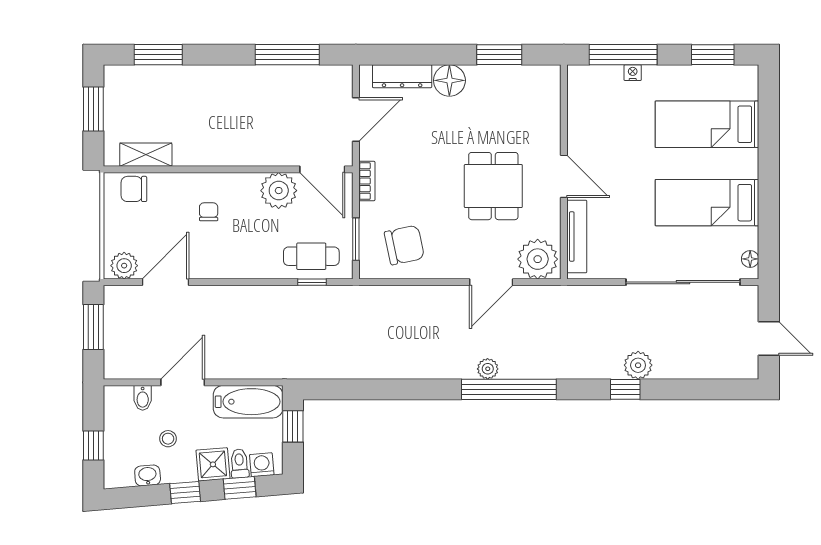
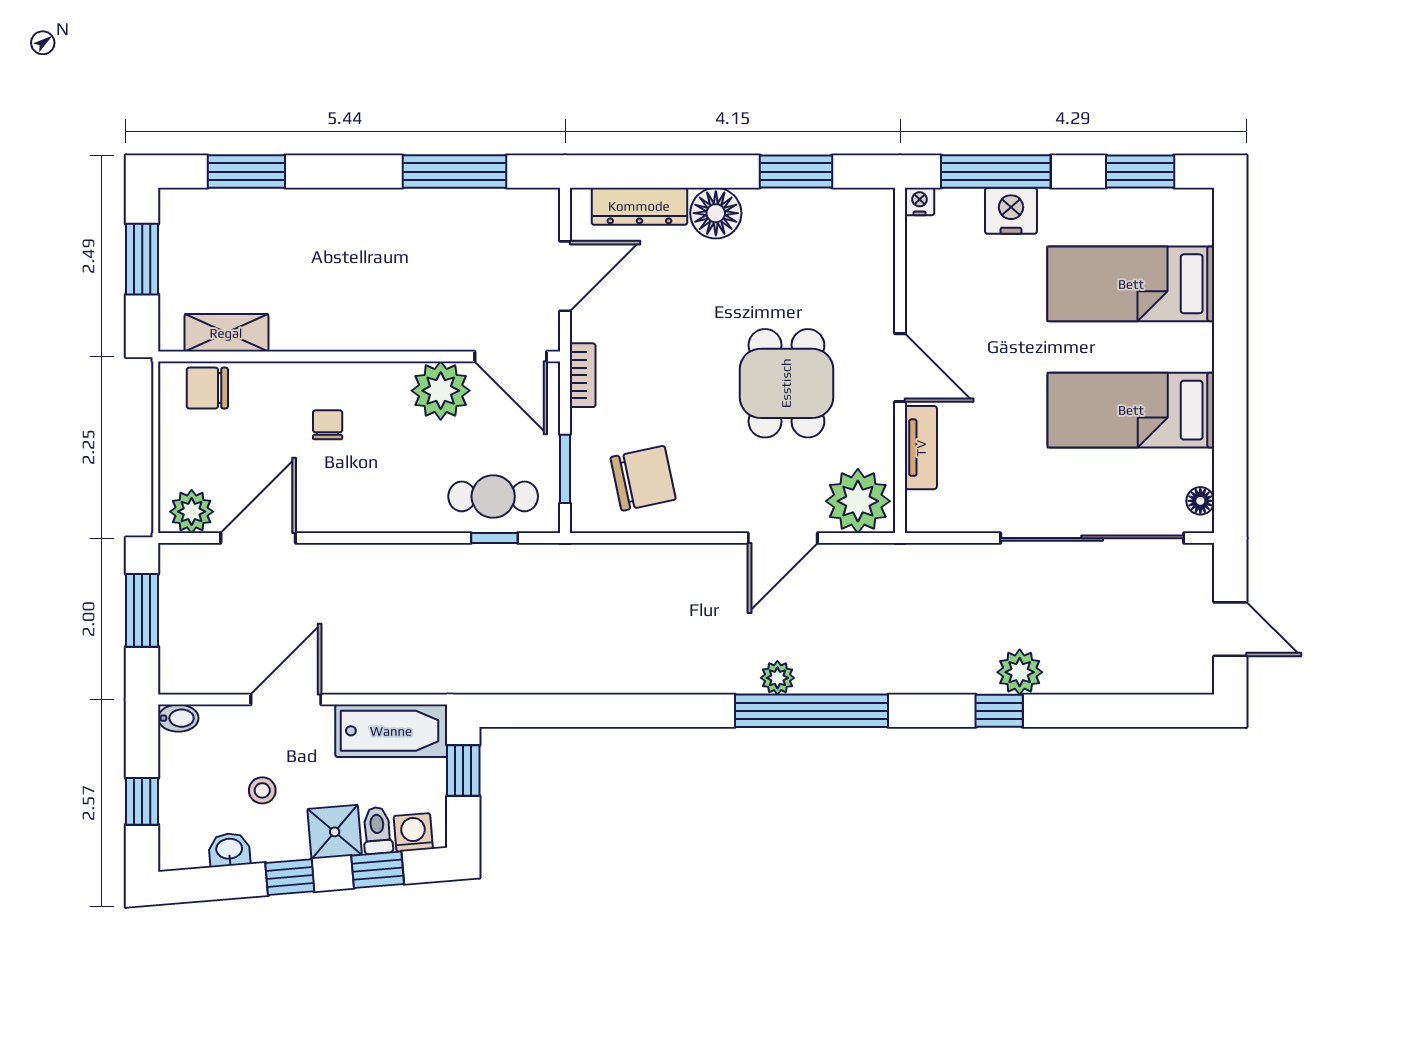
nightstand: (576, 73) -> (920, 202), added
nightstand: (633, 73) -> (1011, 211), width x1.89, depth x1.79
tv unit: (577, 236) -> (921, 448), width x0.71
bidet: (143, 398) -> (178, 718), moved, turned -90

